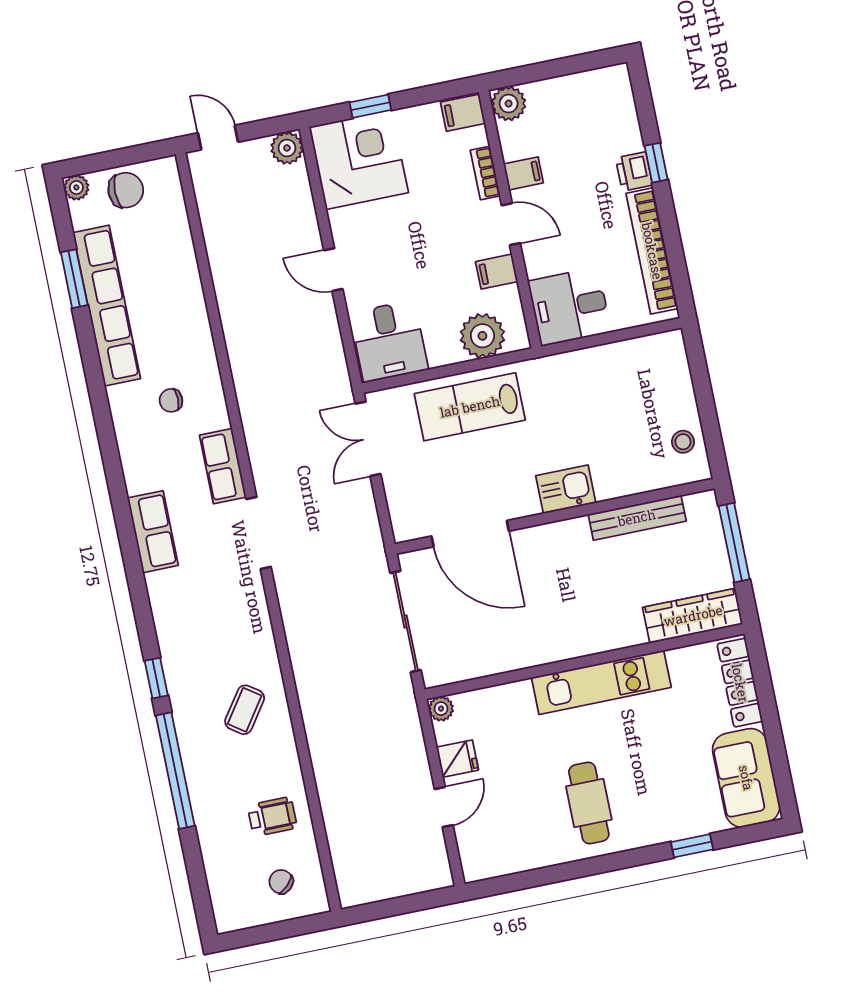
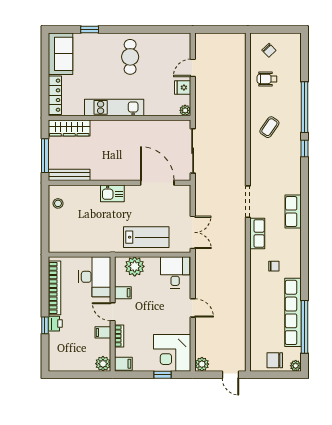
window: (74, 279) -> (305, 327), width x2.11
desk: (570, 307) -> (95, 277), width x1.37
bench: (637, 518) -> (69, 175), moved

